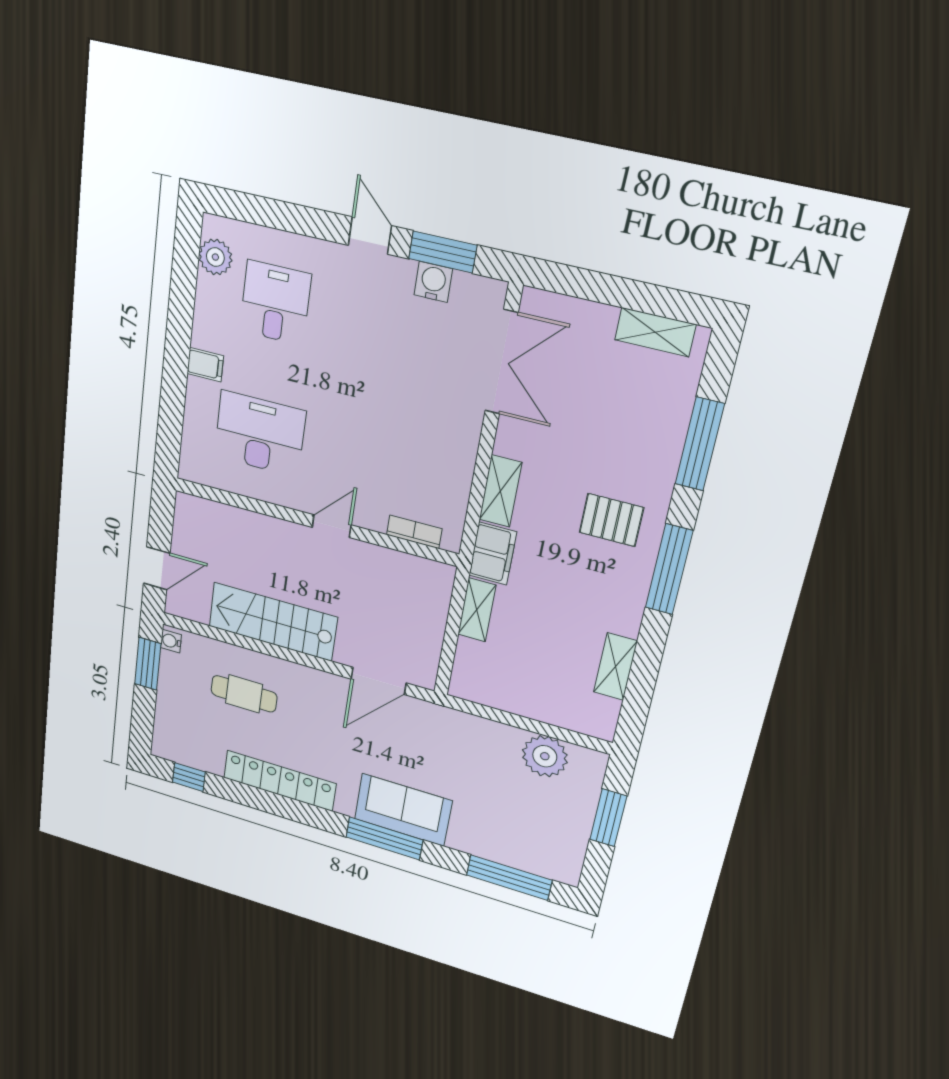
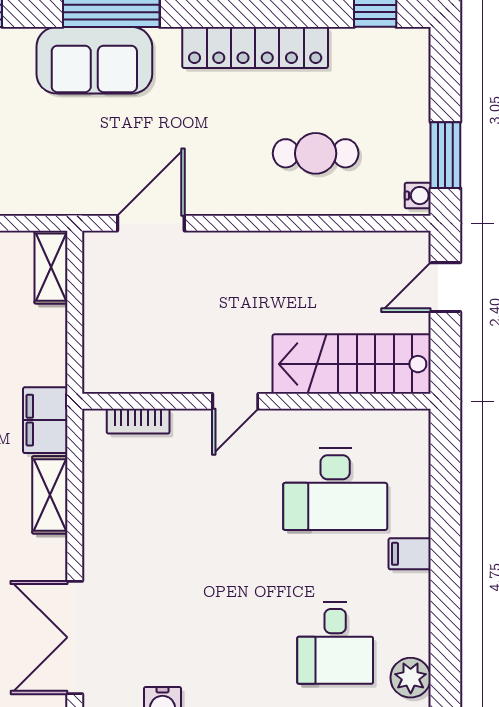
shelving: (477, 610) -> (51, 267), moved
stairs: (273, 622) -> (352, 364), moved, turned 180

